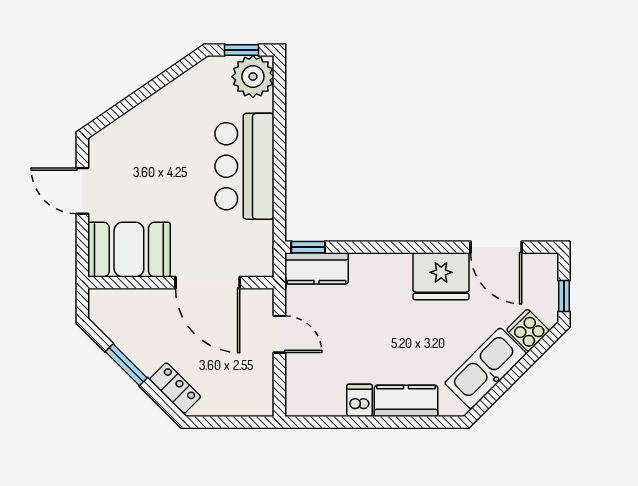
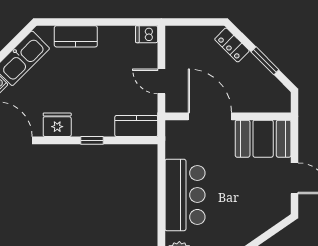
window: (308, 247) -> (92, 140), moved
fridge: (441, 276) -> (57, 125), width x0.73, depth x0.75
dishwasher: (360, 400) -> (147, 34), moved, turned 90

